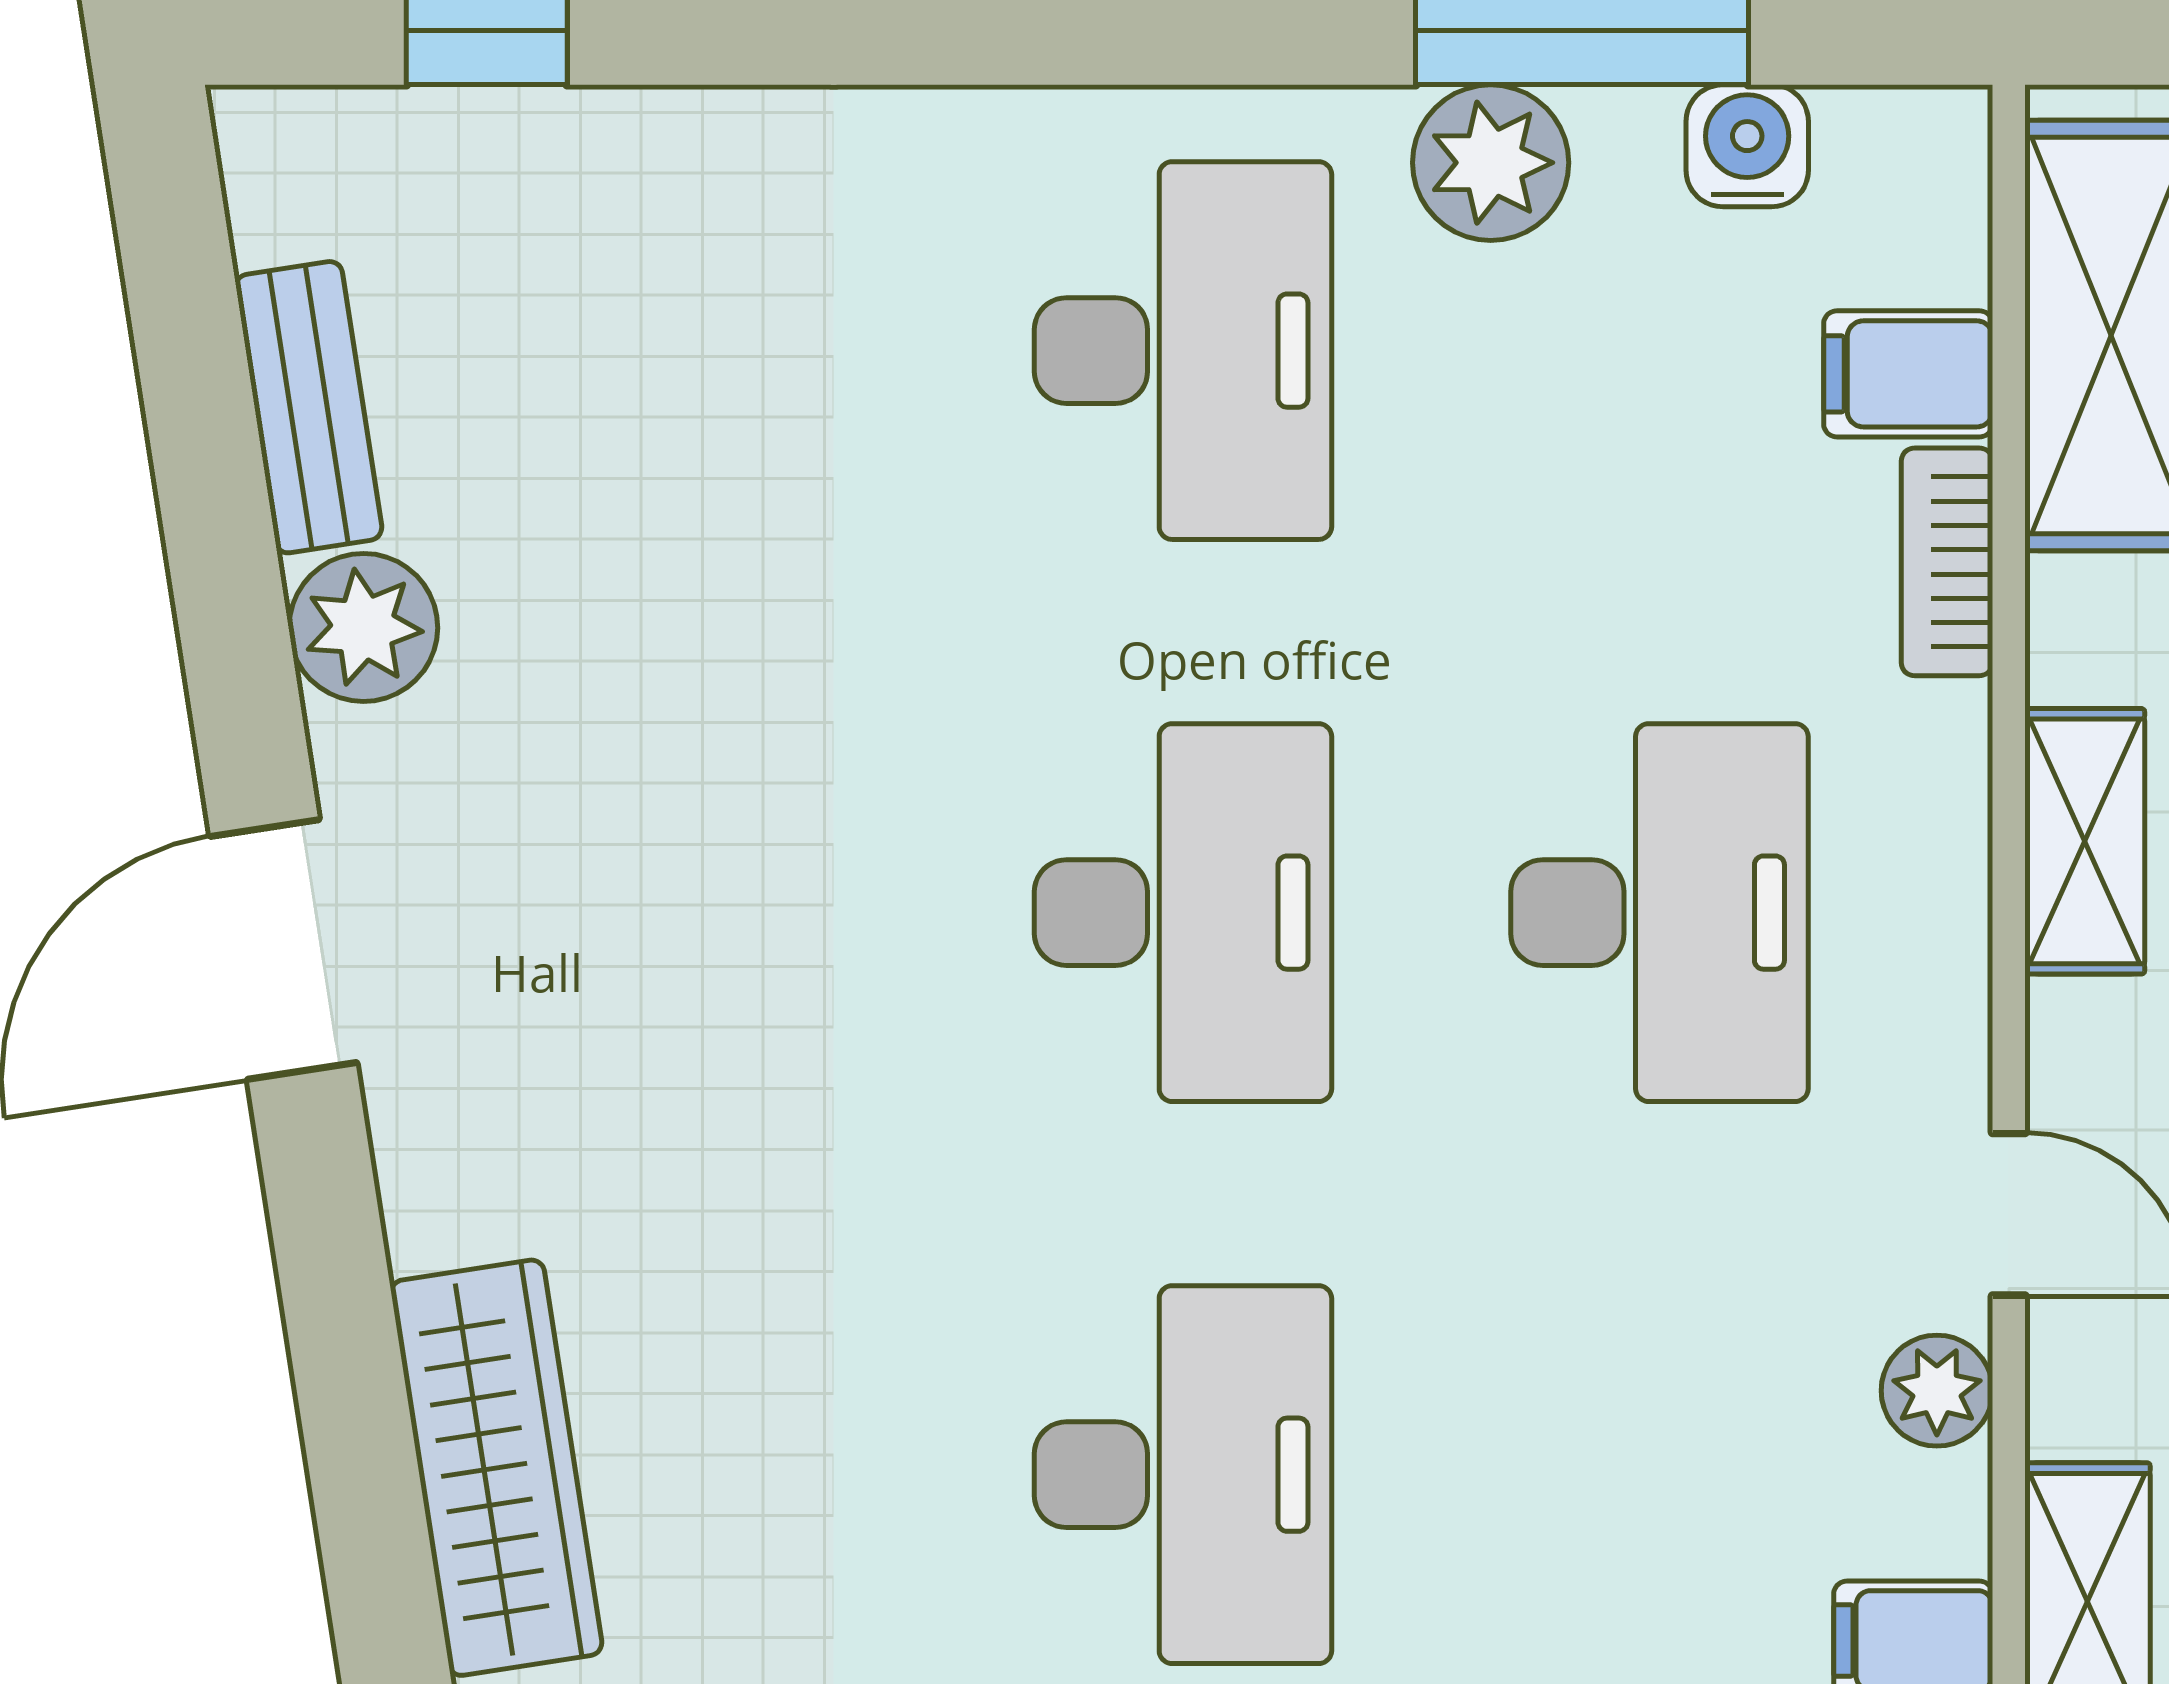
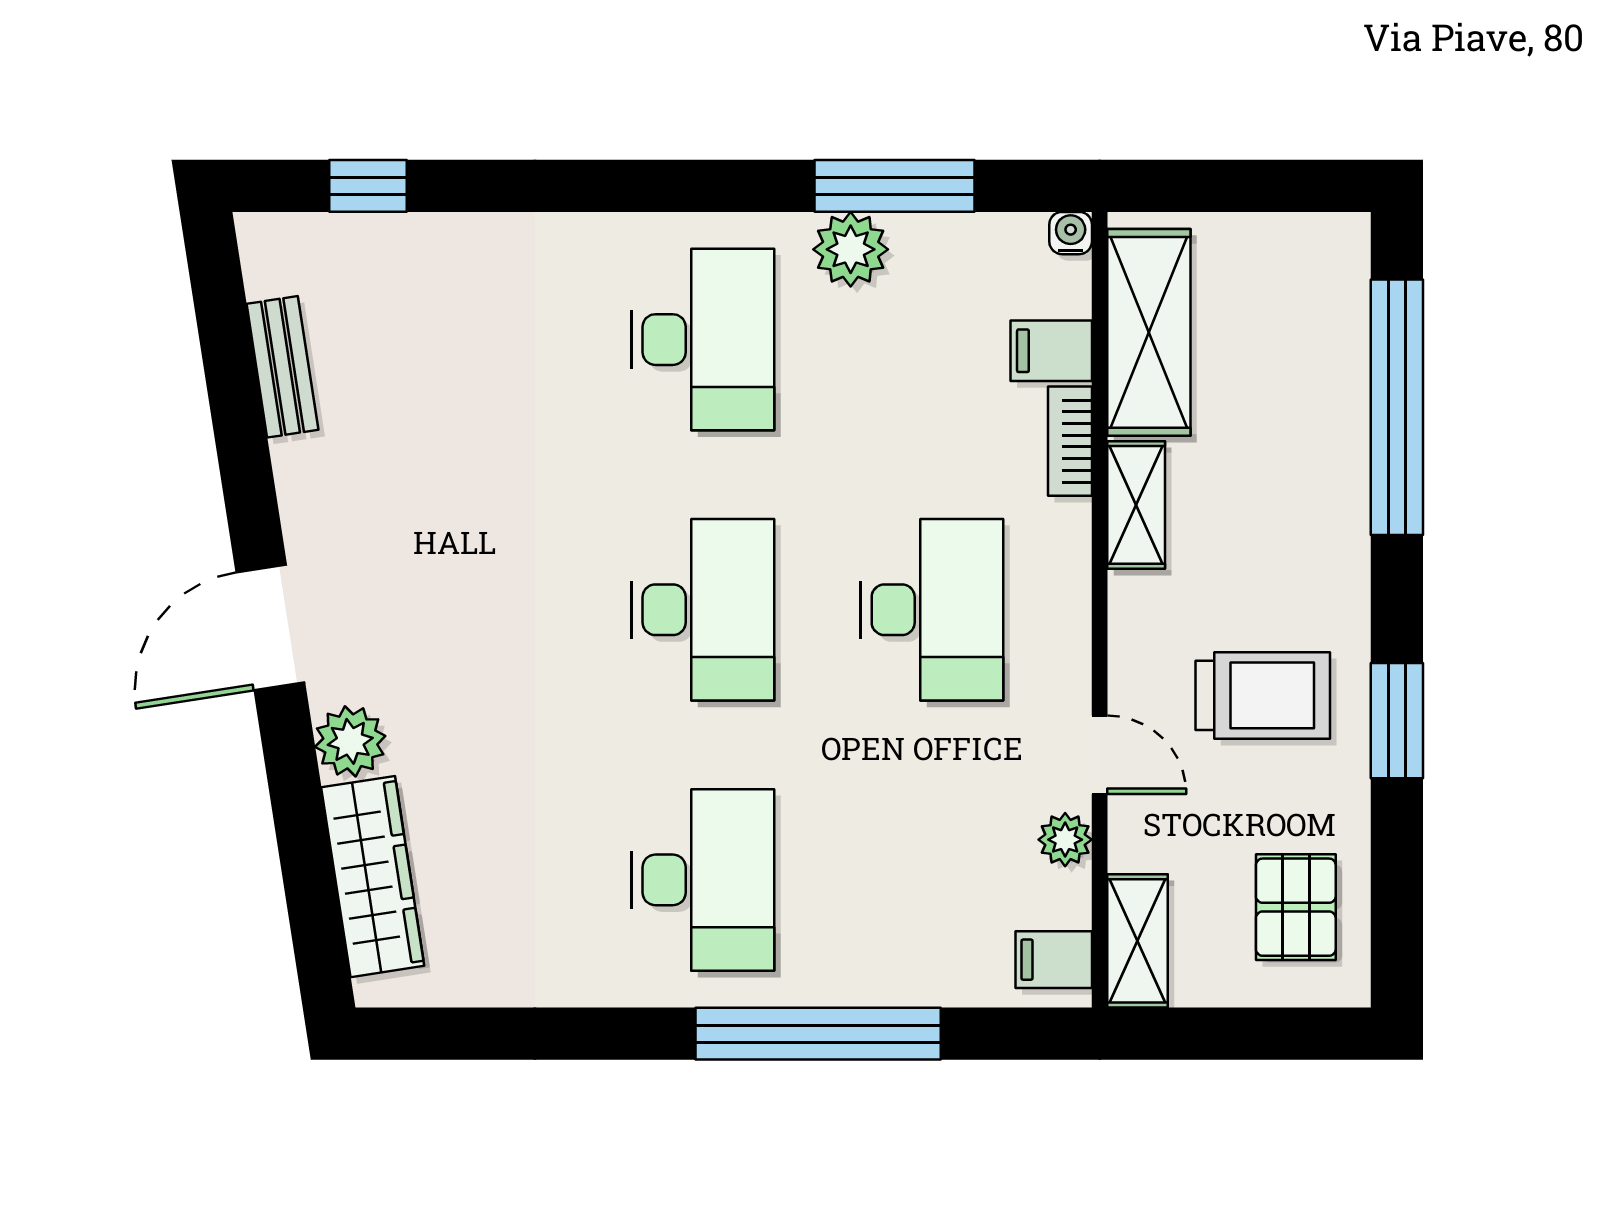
water cooler: (1747, 146) -> (1071, 233), moved, width x0.72, depth x0.72
plant: (363, 627) -> (350, 741), moved
shelving: (2085, 841) -> (1136, 505), moved

